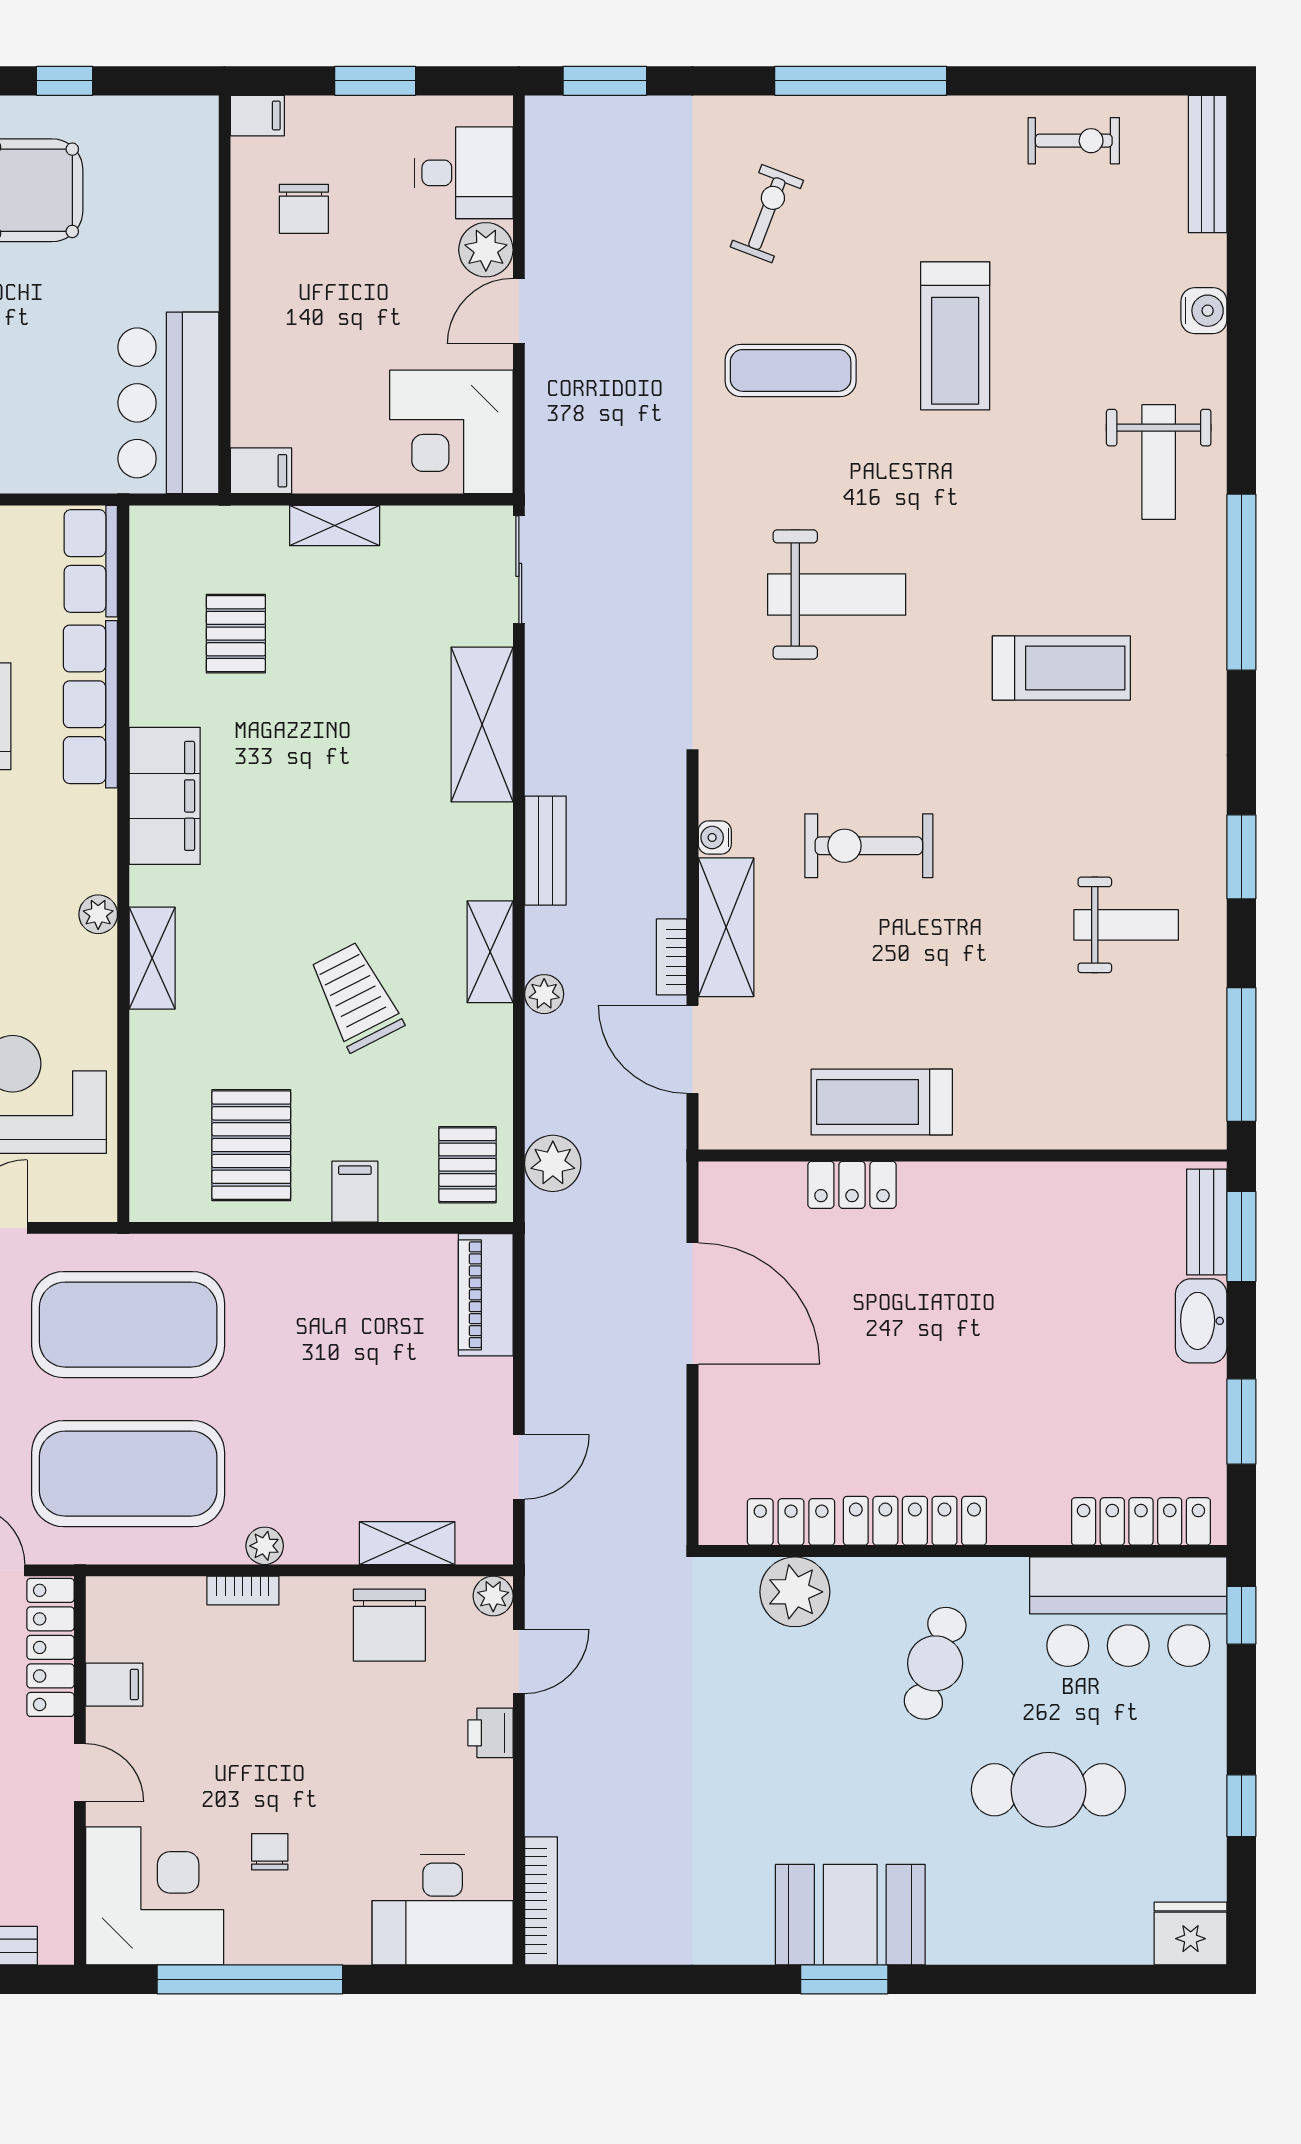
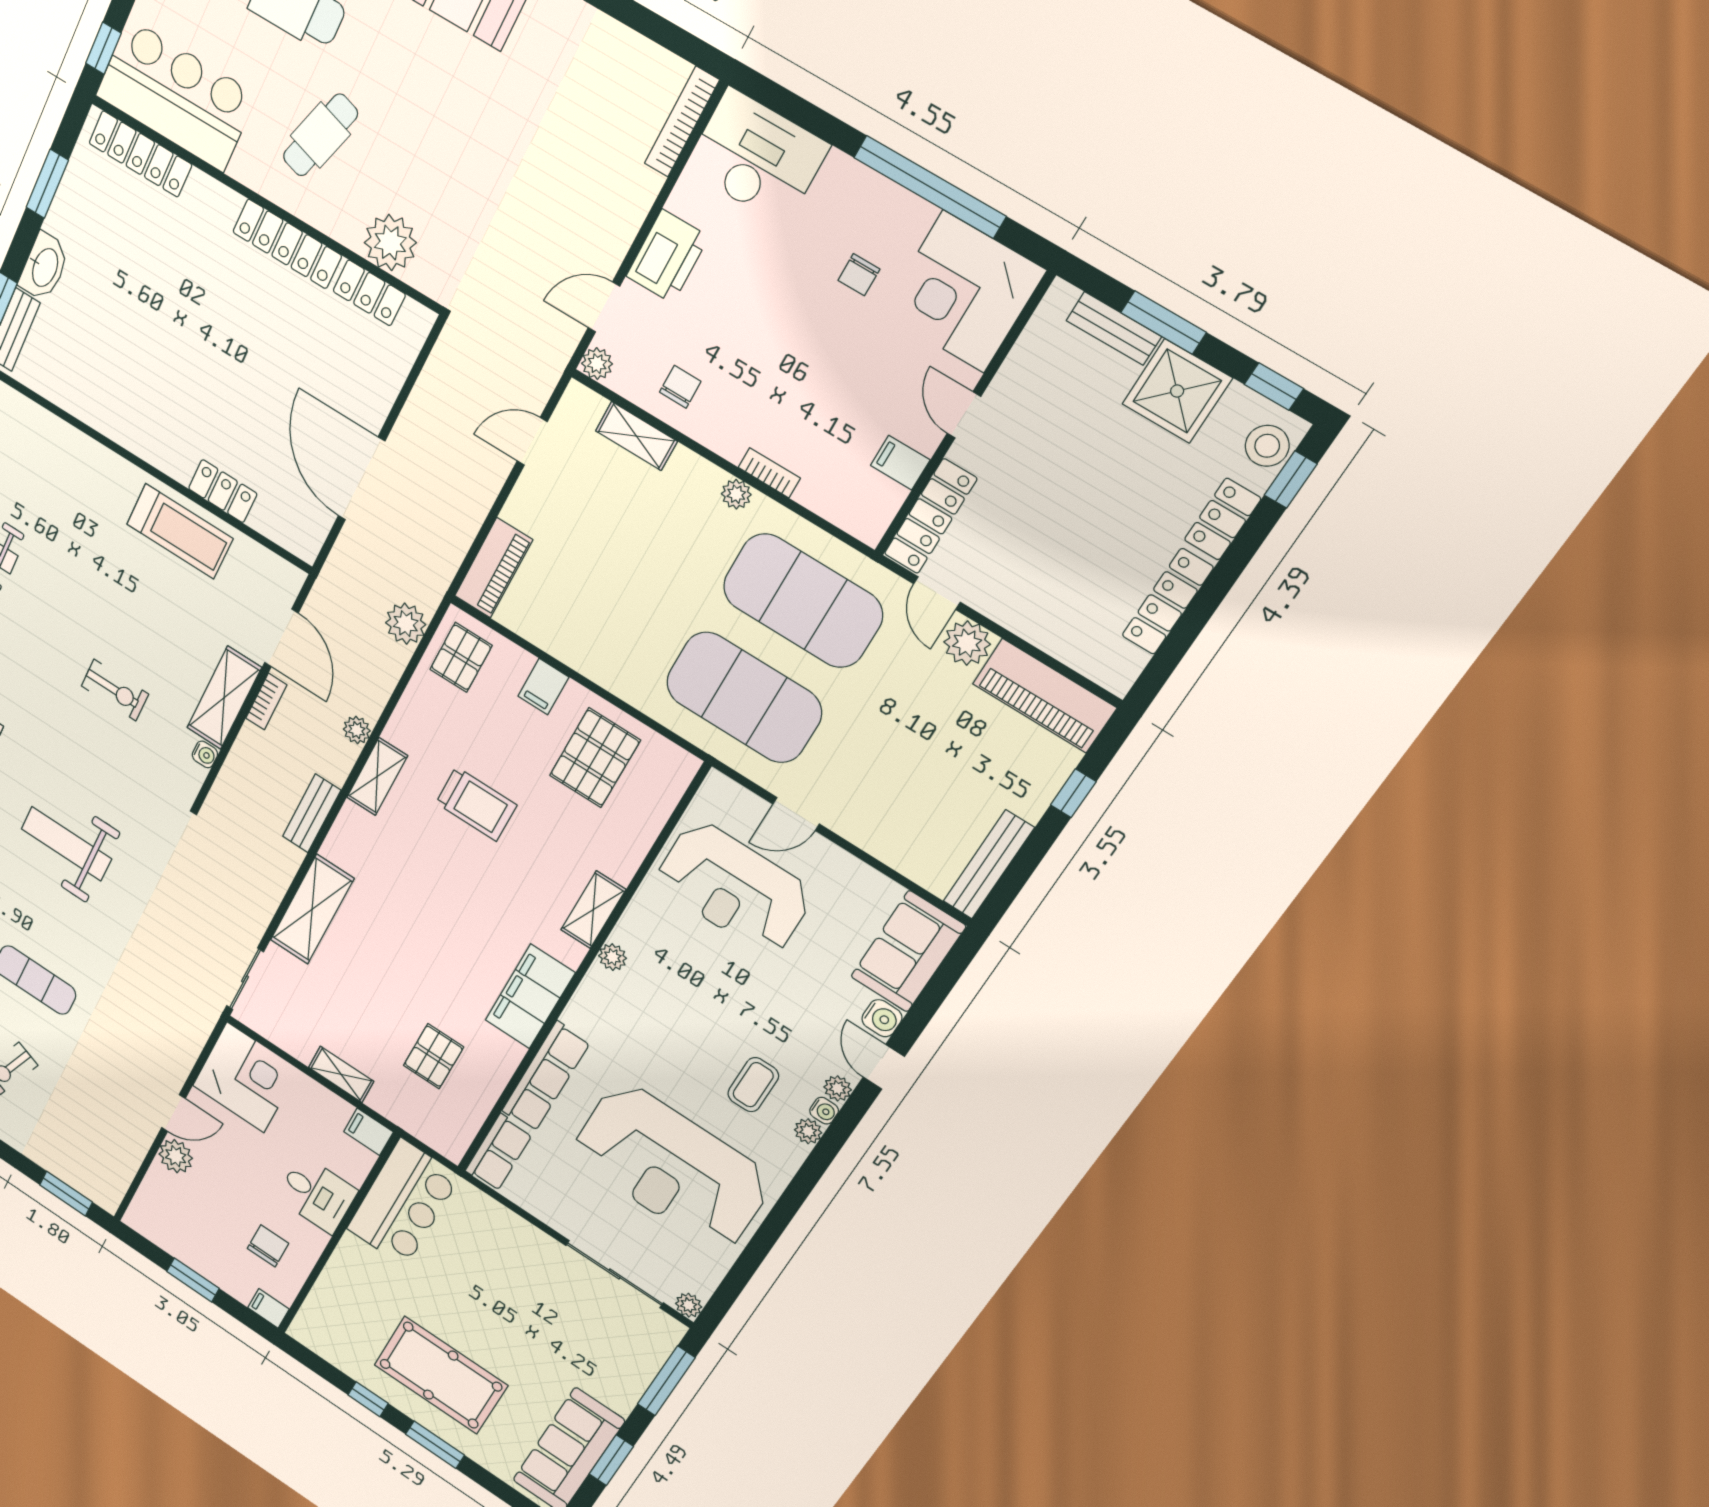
desk: (464, 173) -> (317, 1194), moved, turned 180
exercise bike: (869, 846) -> (115, 690), width x0.73, depth x0.72
trolley: (356, 997) -> (476, 804), turned -63
chair: (389, 1625) -> (680, 387), width x0.54, depth x0.54
printer: (490, 1733) -> (667, 256), width x1.87, depth x1.48

